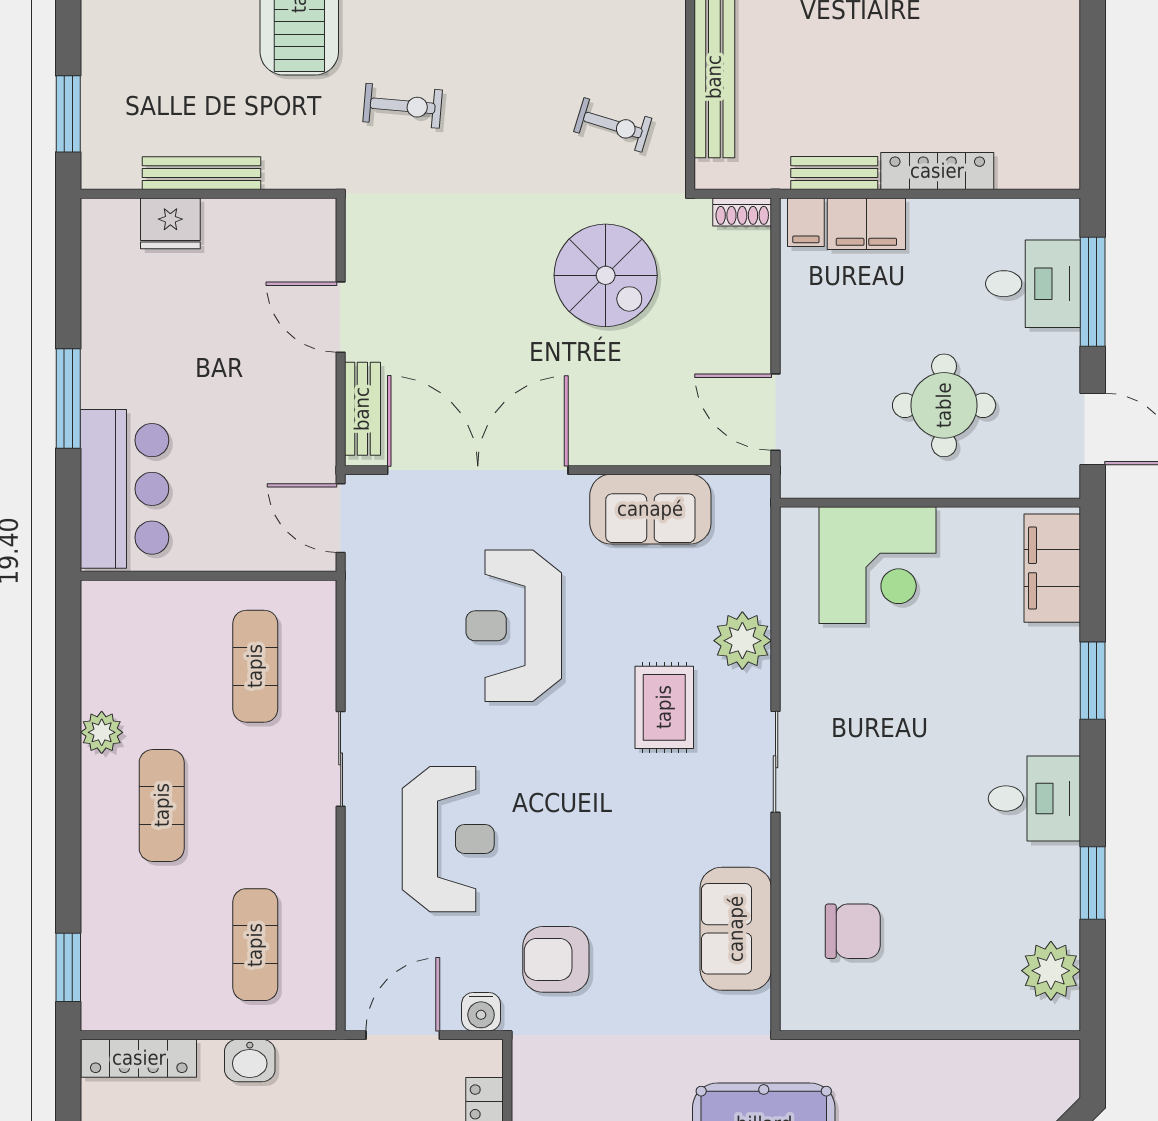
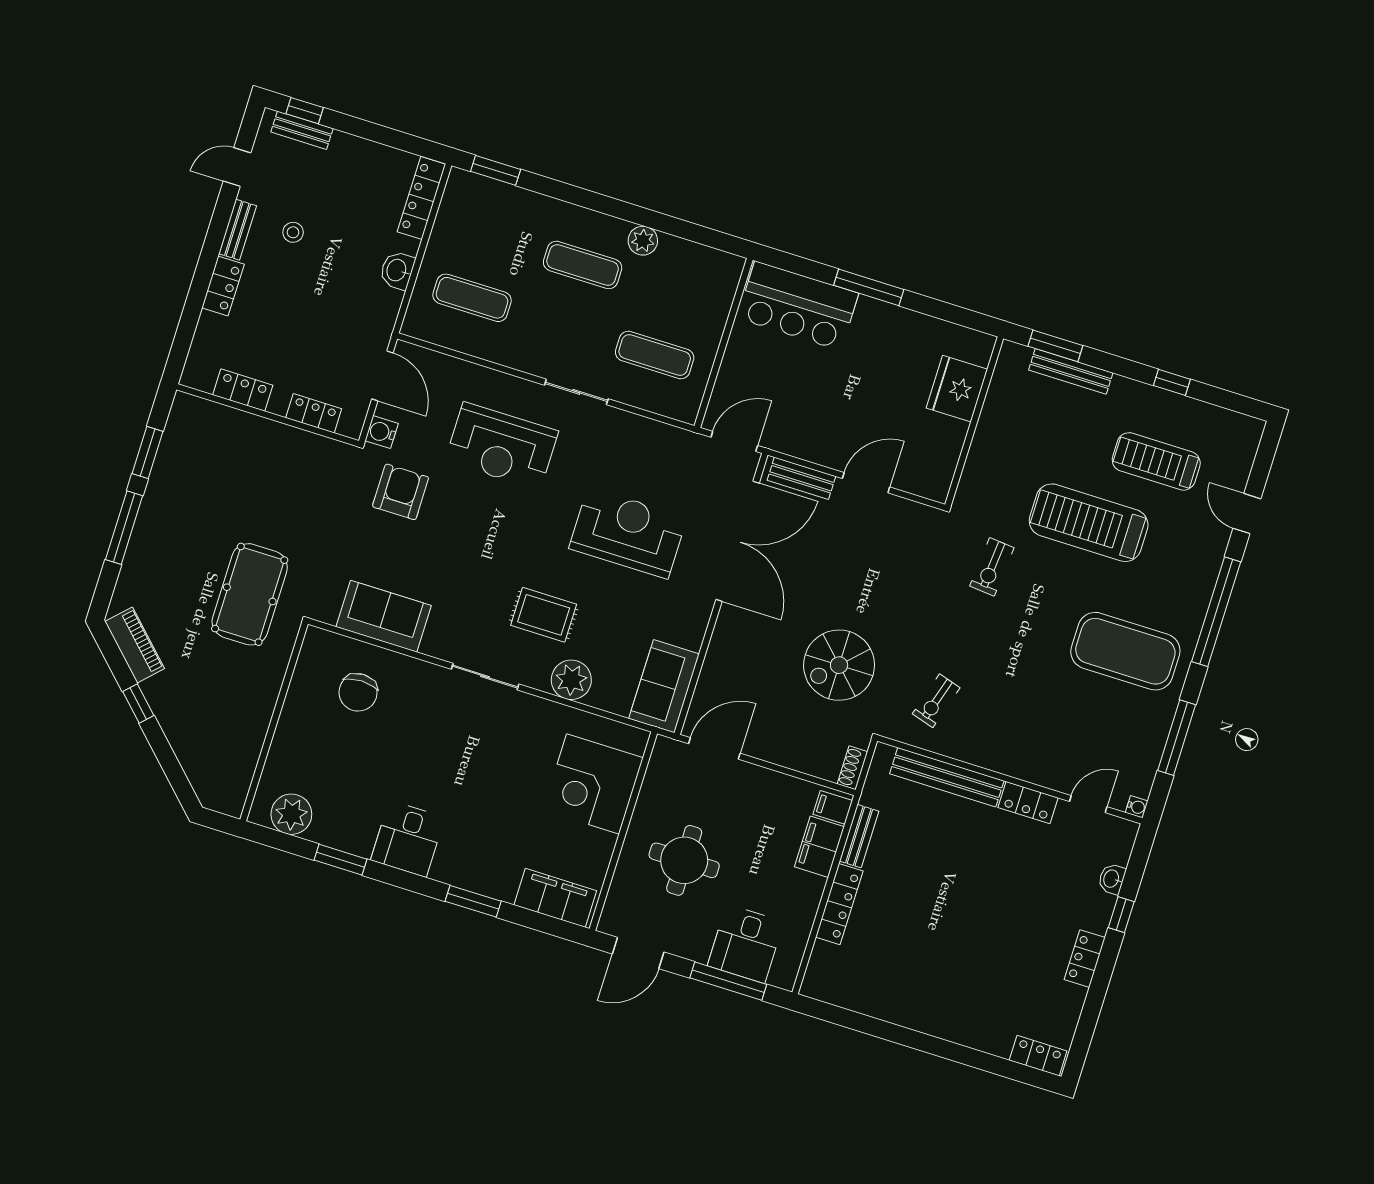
bench: (201, 173) -> (1071, 371), moved, turned 90
fridge: (170, 223) -> (957, 389), width x1.36, depth x1.34
sofa: (650, 509) -> (664, 686), moved

